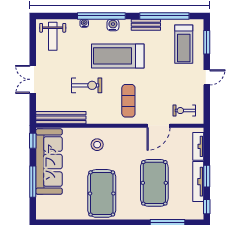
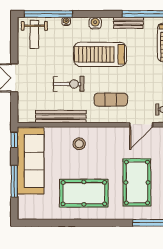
window: (101, 16) -> (48, 14), moved
exercise mat: (128, 101) -> (111, 100), turned 90
bench: (61, 118) -> (61, 117), moved
pool table: (102, 193) -> (84, 193), turned 90

